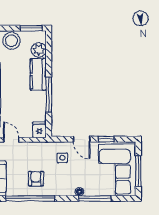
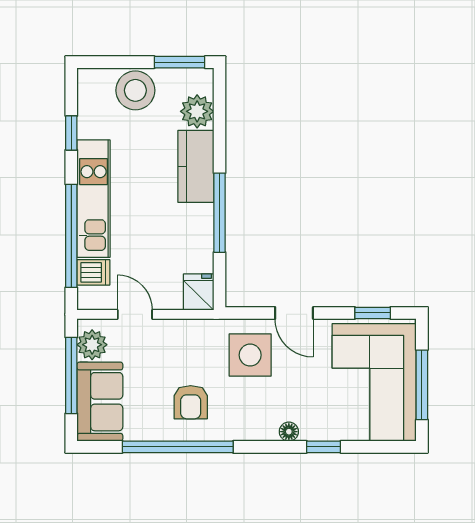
window: (106, 139) -> (373, 313), moved
side table: (62, 158) -> (250, 355), width x1.87, depth x1.87
armchair: (36, 179) -> (191, 402), turned 180
window: (95, 198) -> (324, 447), width x0.46

